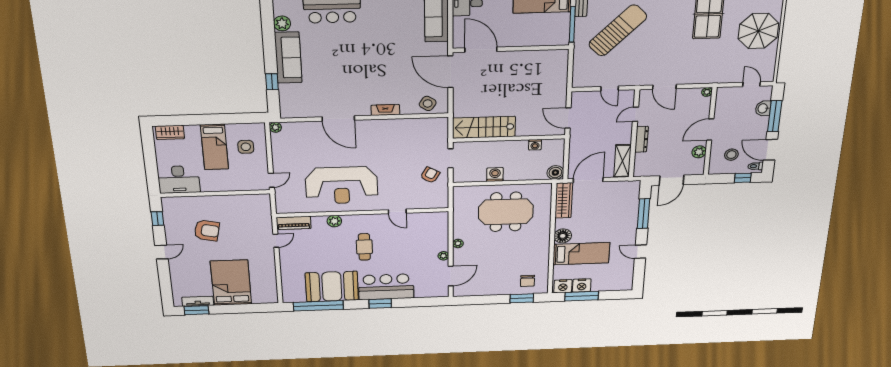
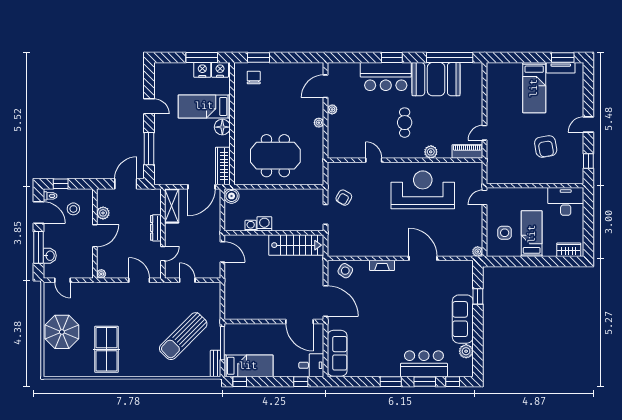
washing machine: (495, 175) -> (264, 224), moved, turned 180
armchair: (207, 230) -> (546, 146), turned -112
bed: (231, 283) -> (534, 88), width x0.67

